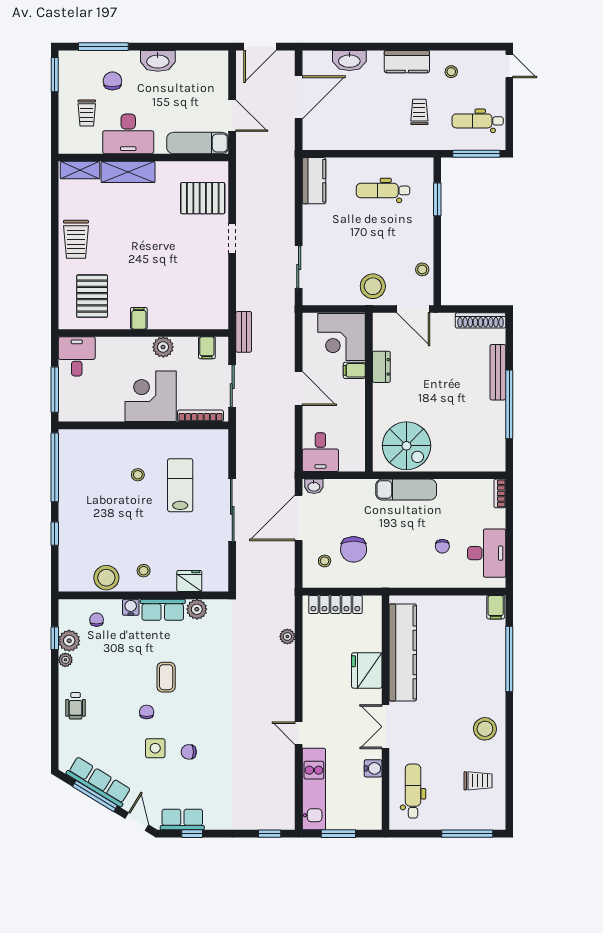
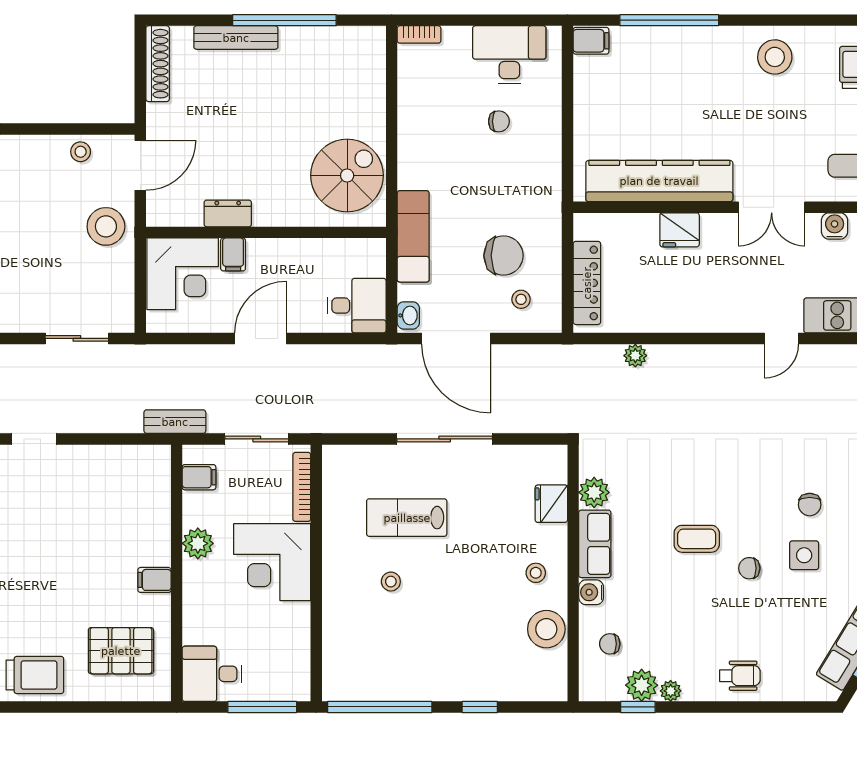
exam couch: (406, 490) -> (413, 236), moved
fridge: (367, 670) -> (680, 230), width x0.73, depth x0.75

